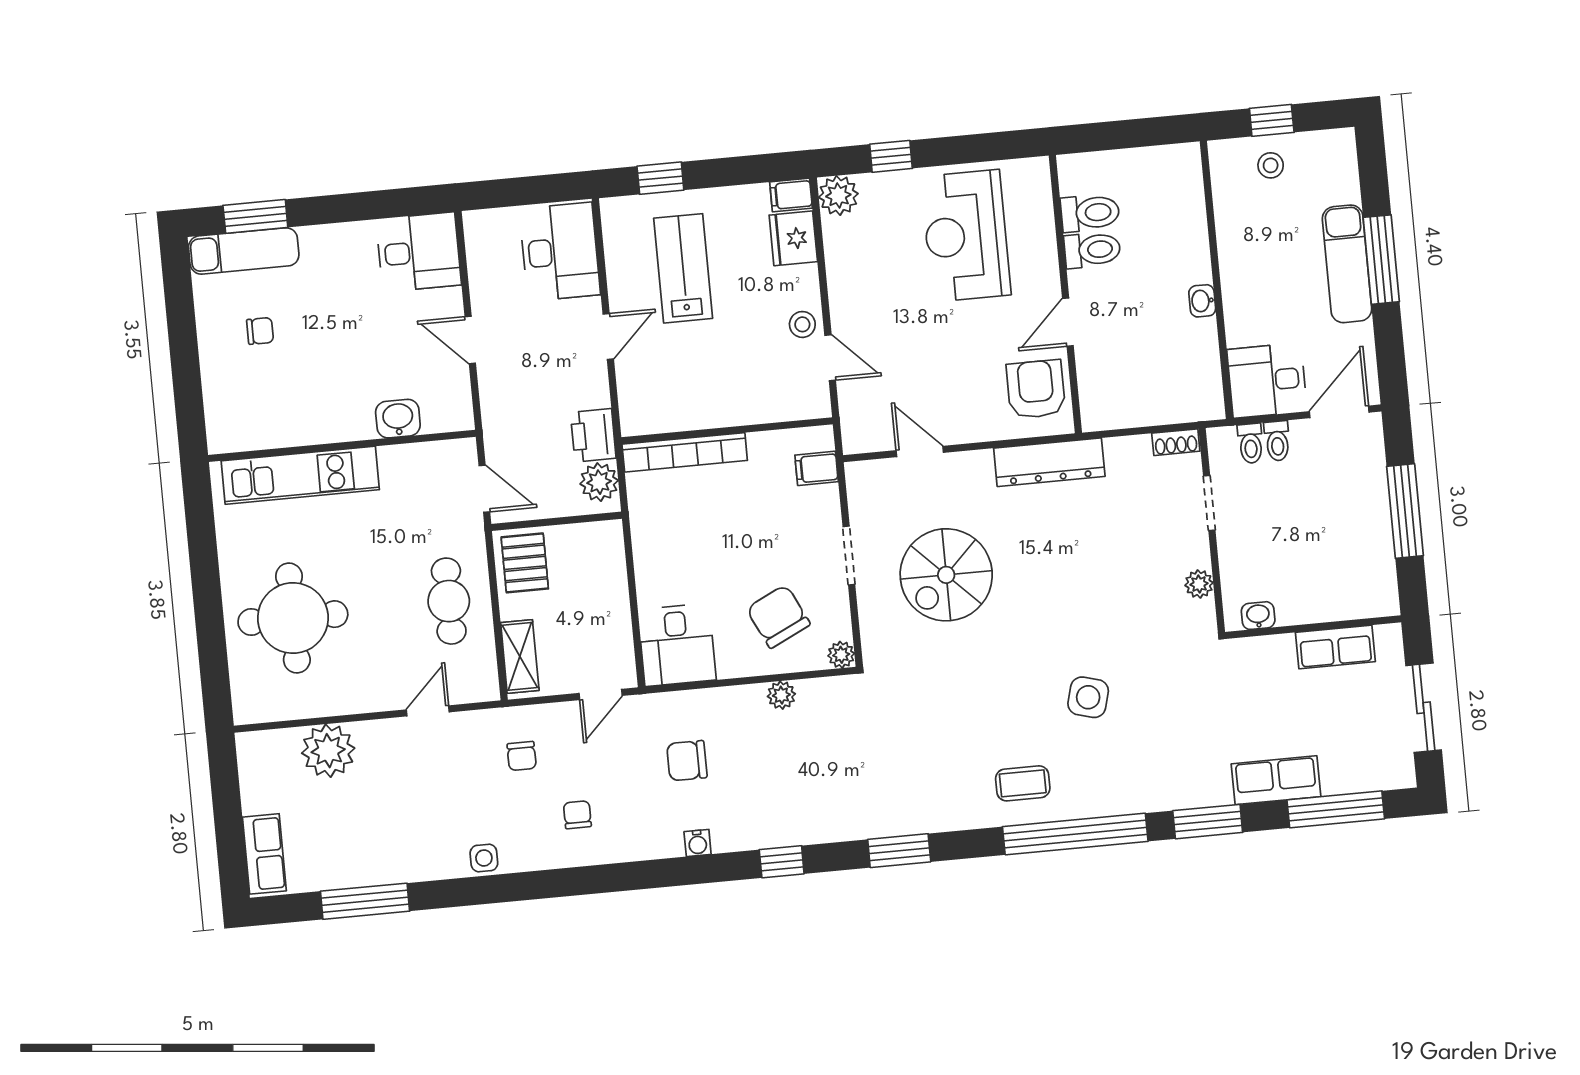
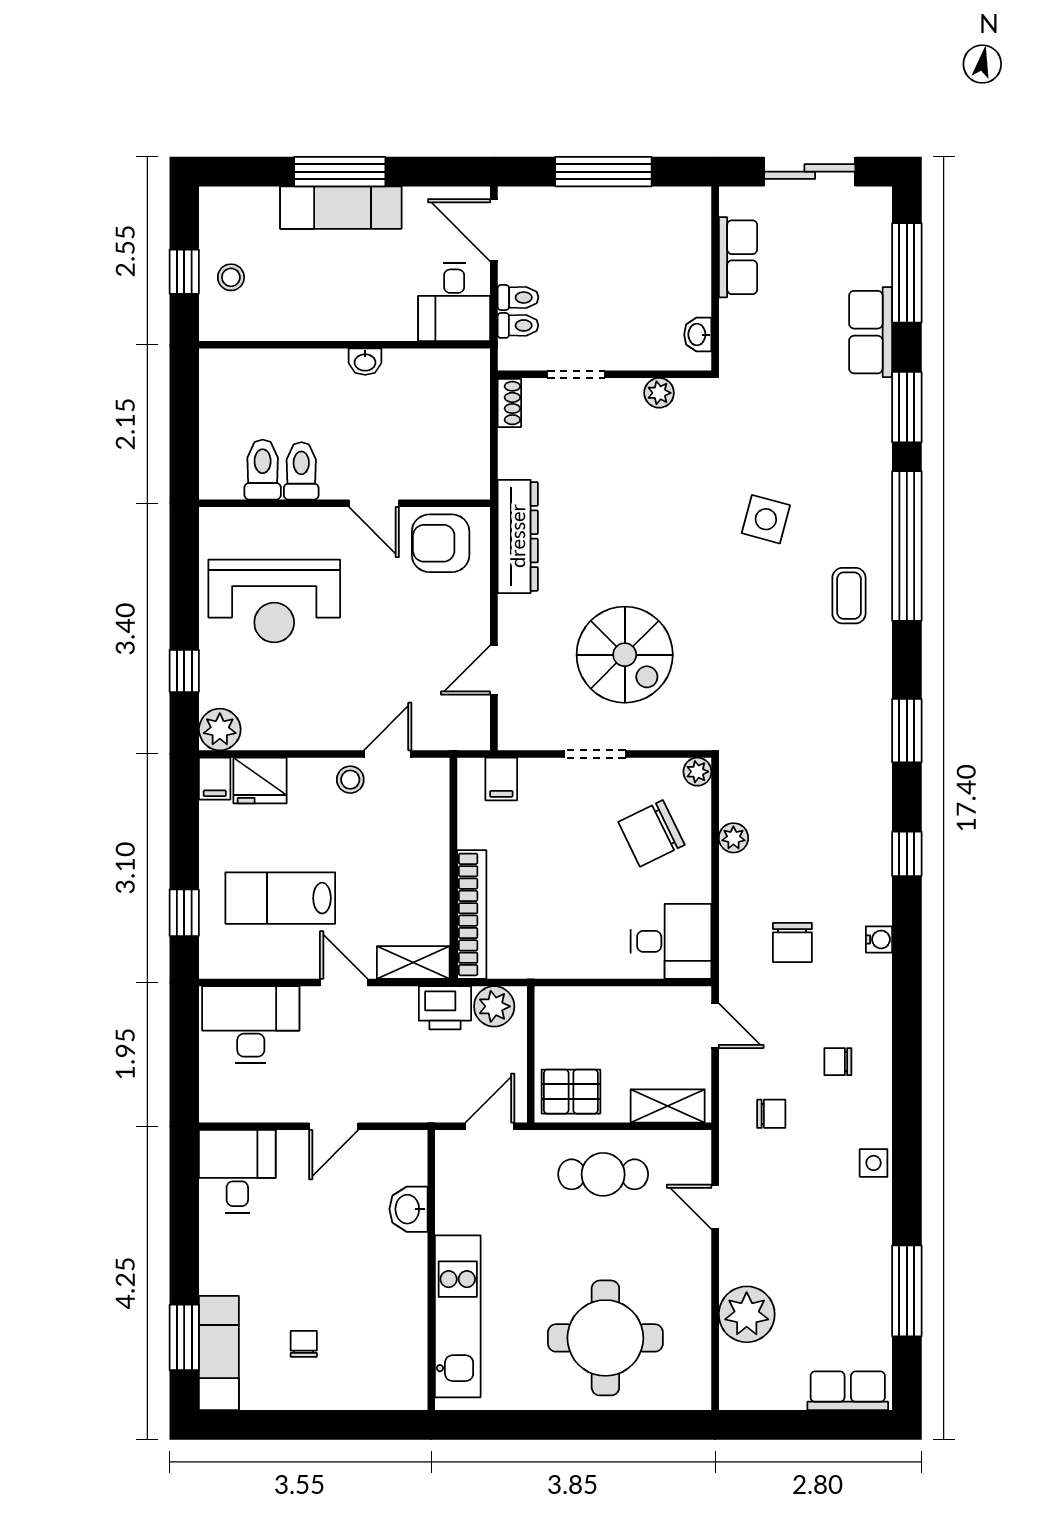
shelving: (634, 401) -> (413, 962), added

